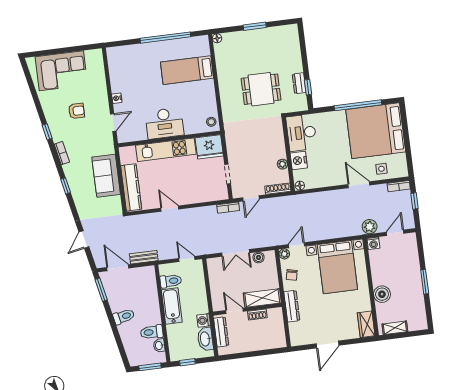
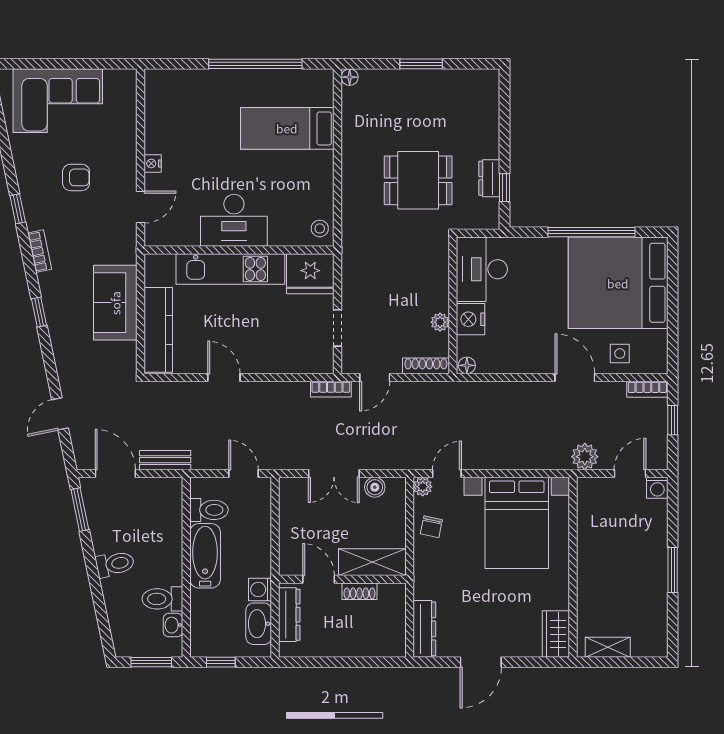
washing machine: (373, 243) -> (657, 488), moved
boiler: (382, 294) -> (592, 583), removed
dresser: (292, 306) -> (424, 629), moved

